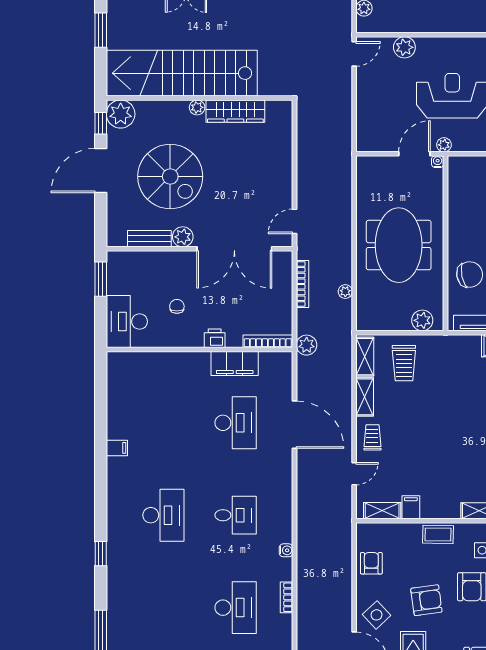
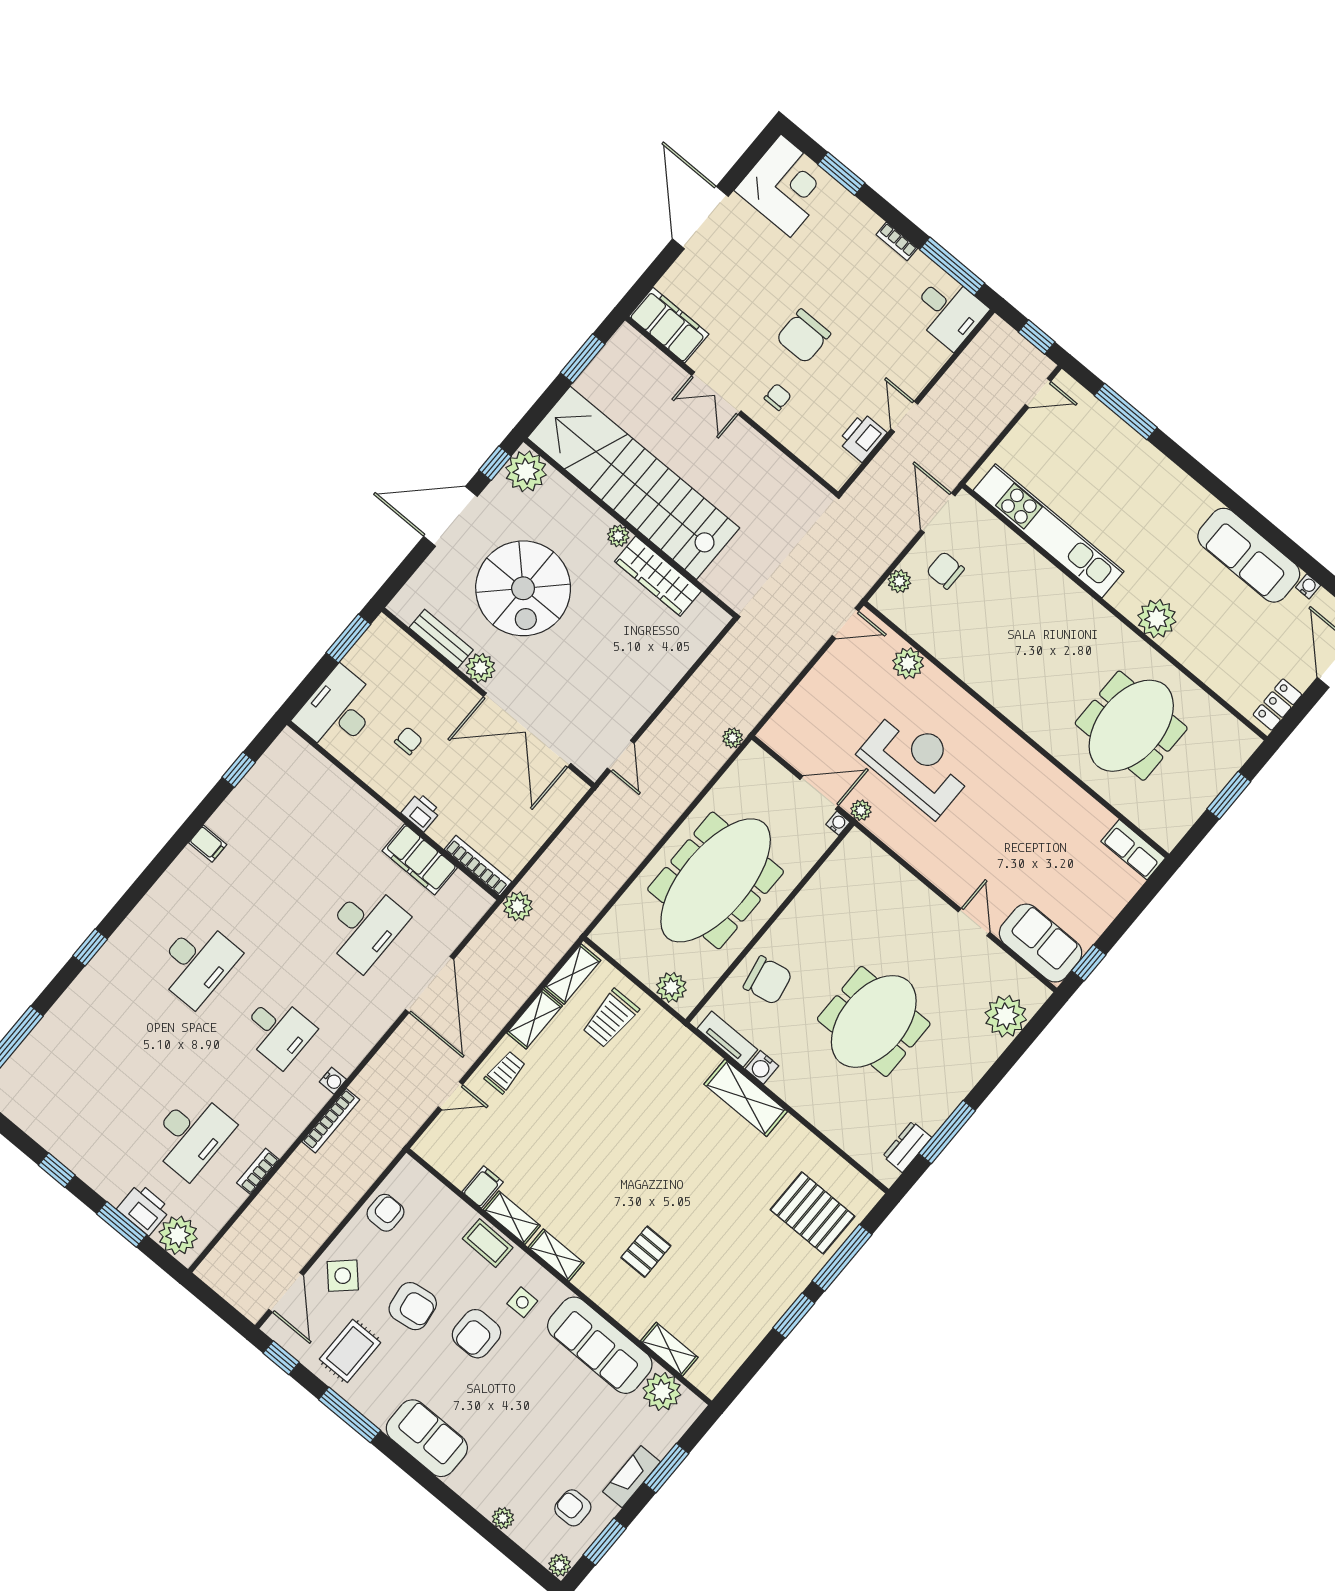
door: (295, 221) -> (621, 756), swing flipped
meeting table: (399, 245) -> (716, 880), width x1.36
bookcase: (302, 284) -> (331, 1121), moved
plant: (345, 292) -> (733, 738), moved
window: (101, 396) -> (239, 770), added
shelving: (382, 511) -> (512, 1218), moved
water cooler: (286, 550) -> (333, 1081), moved

